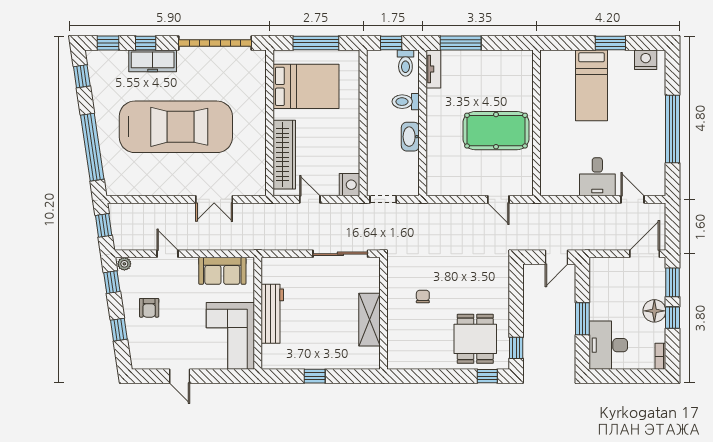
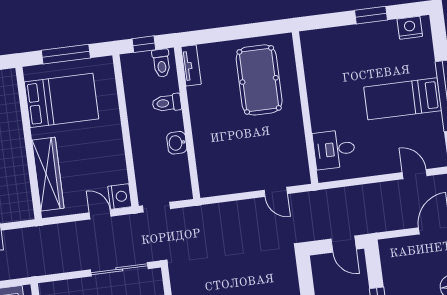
window: (461, 43) -> (216, 35), removed
bed: (591, 85) -> (403, 99), moved, turned 90
pool table: (496, 131) -> (259, 80), moved, turned 90
washbasin: (410, 137) -> (177, 143), width x0.72
desk: (597, 177) -> (334, 149), moved, turned 90
door: (310, 199) -> (100, 214), moved
door: (557, 257) -> (344, 244), hinge flipped

